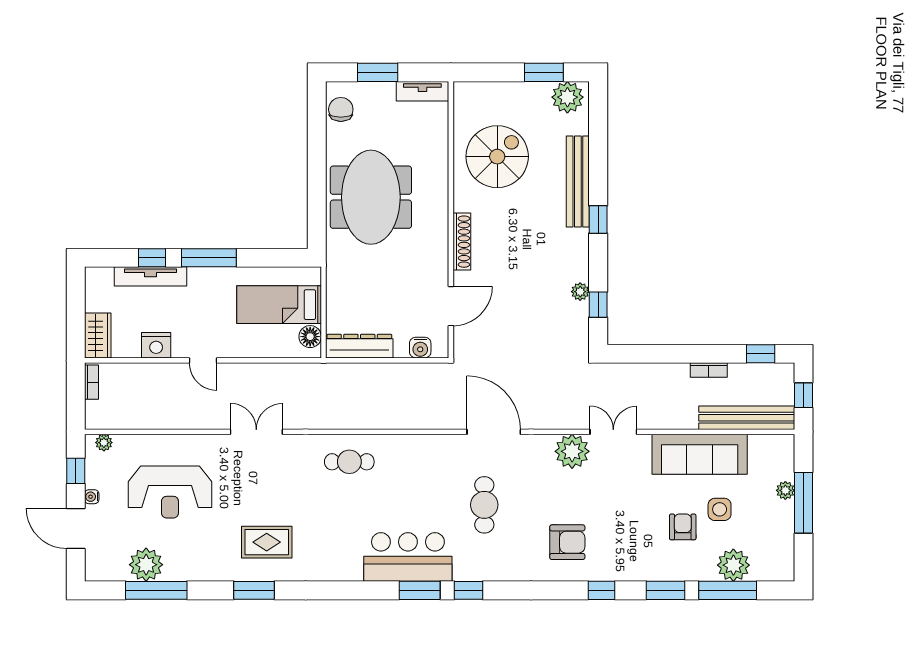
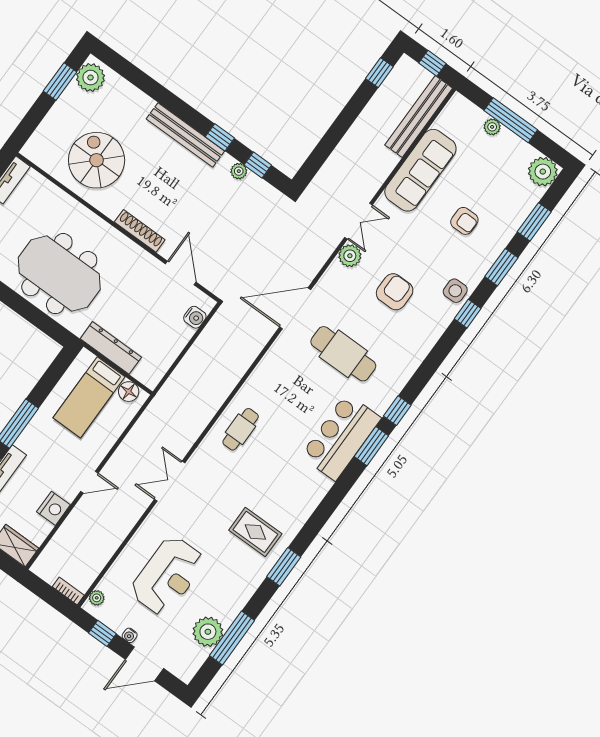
bench: (578, 182) -> (185, 135), moved
window: (598, 220) -> (220, 137), moved
dresser: (359, 346) -> (111, 348), moved, turned 90
bookcase: (709, 370) -> (364, 119), removed
bookcase: (92, 382) -> (68, 591), moved
double door: (613, 432) -> (358, 221), swing flipped
plant: (572, 451) -> (350, 256), width x0.73, depth x0.73
cafe table: (484, 505) -> (343, 354), width x1.37, depth x1.35
side table: (720, 509) -> (455, 291), moved
armchair: (683, 527) -> (464, 221), turned 180
rug: (267, 542) -> (255, 532), turned 90
armchair: (567, 542) -> (395, 292), moved
plant: (733, 565) -> (543, 172), moved
window: (728, 590) -> (534, 222), width x0.69

